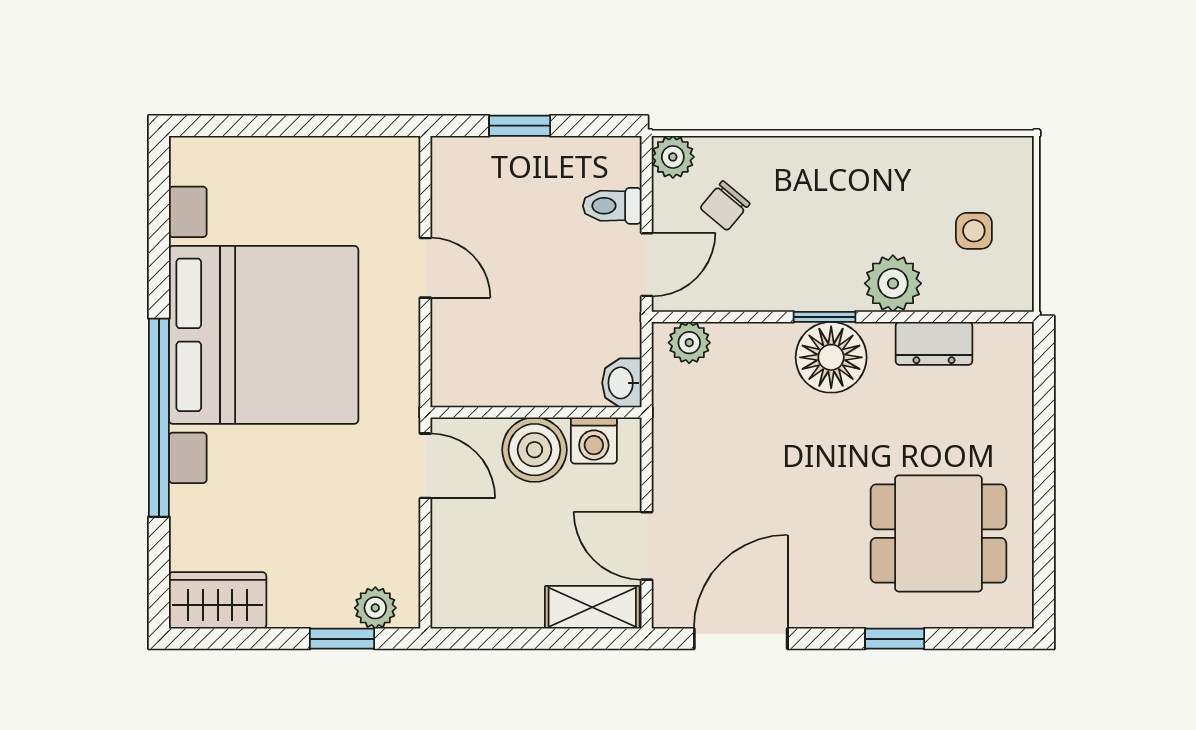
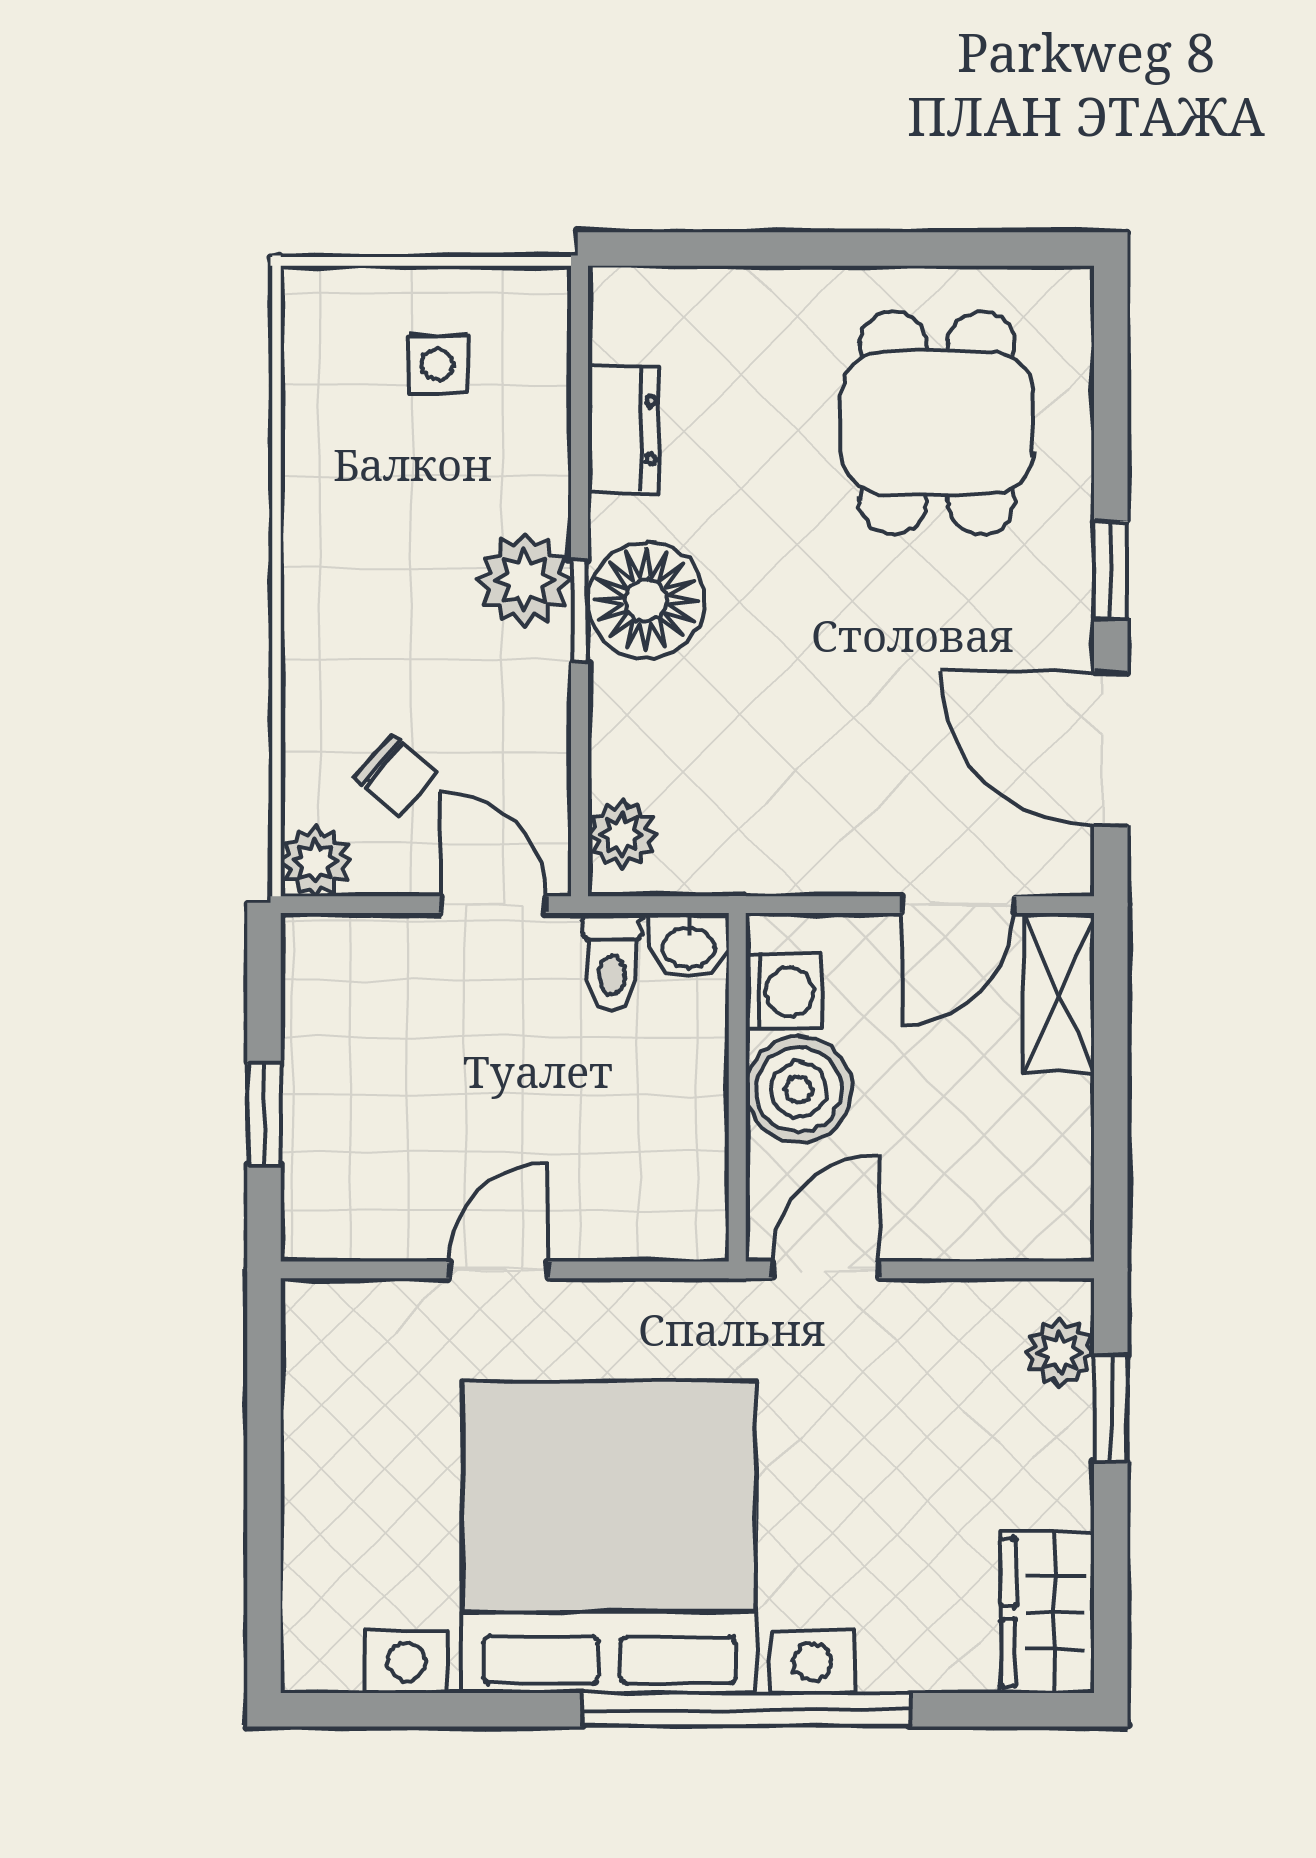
toilet: (612, 206) -> (612, 961), moved
plant: (893, 283) -> (524, 580), moved
window: (895, 639) -> (1111, 570), moved

